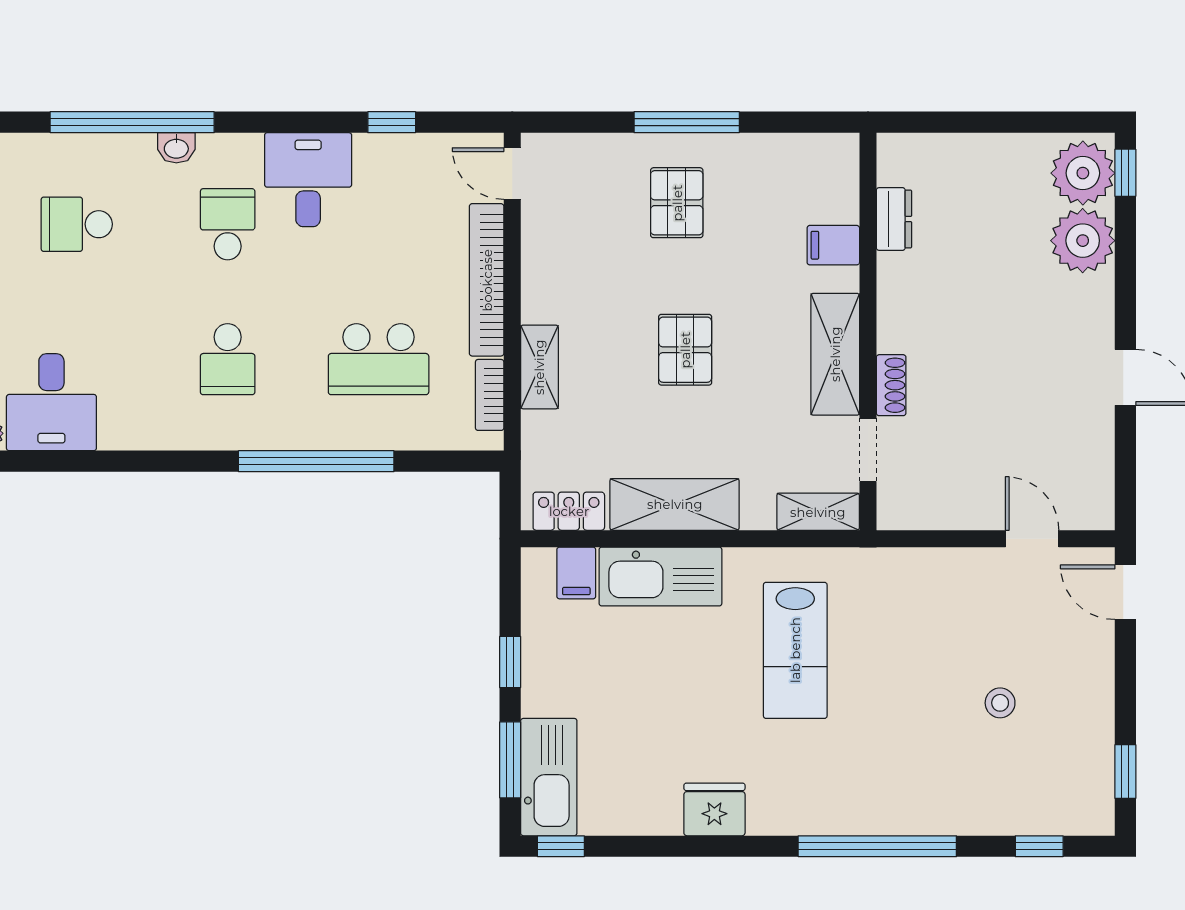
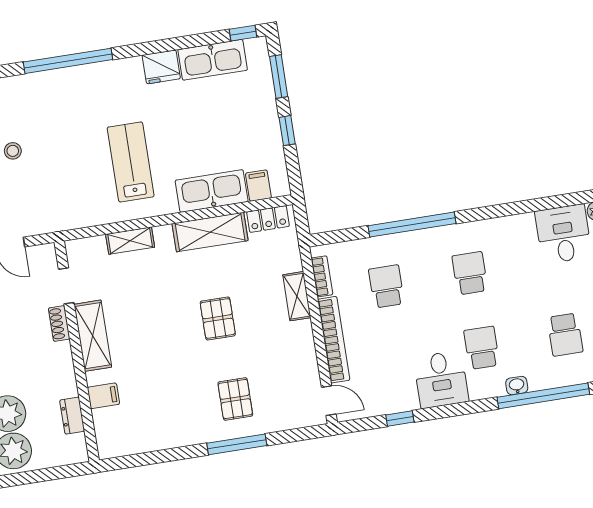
dresser: (894, 219) -> (72, 416), moved
school desk: (77, 224) -> (565, 335), turned 90
school desk: (228, 224) -> (482, 348), turned 180
filing cabinet: (833, 245) -> (103, 396), moved
wall: (868, 331) -> (77, 351), moved
shelving: (835, 354) -> (93, 336), moved
school desk: (379, 359) -> (386, 286), width x0.54
shoe rack: (891, 385) -> (59, 324), moved
doorway: (868, 450) -> (66, 286), moved
kitchen sink: (549, 777) -> (213, 60), moved, turned -90

